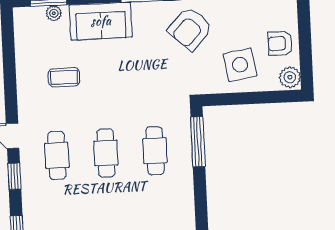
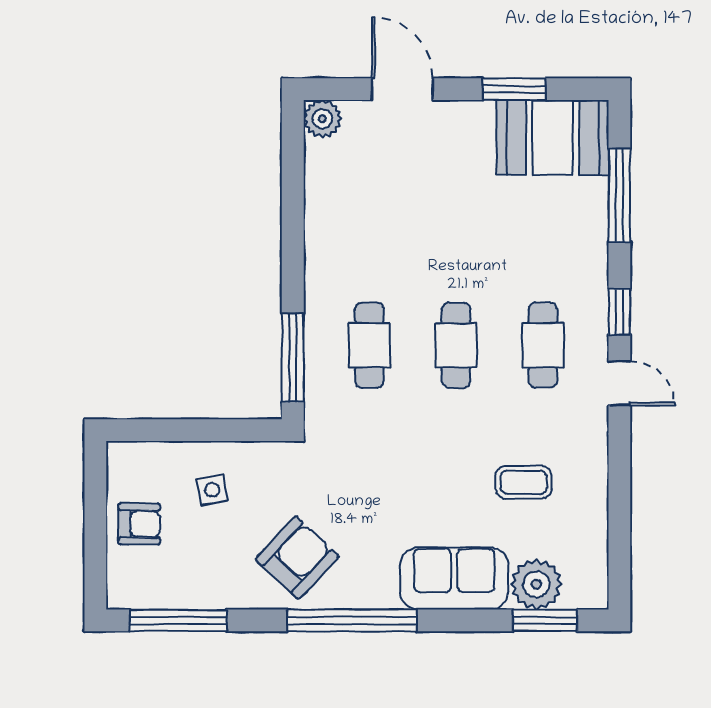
plant: (54, 13) -> (536, 584), width x1.88, depth x1.88
side table: (240, 65) -> (212, 490), width x0.54, depth x0.54
plant: (290, 77) -> (125, 463), removed

